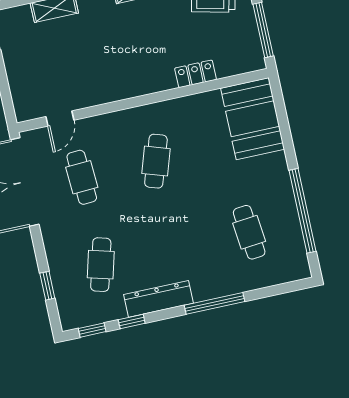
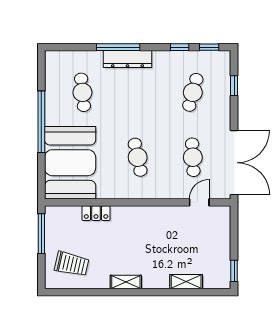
booth: (253, 119) -> (70, 163), width x1.36, depth x1.42
cafe table: (156, 161) -> (138, 157), turned -30
window: (303, 211) -> (41, 122), moved
dresser: (159, 299) -> (128, 59), moved

